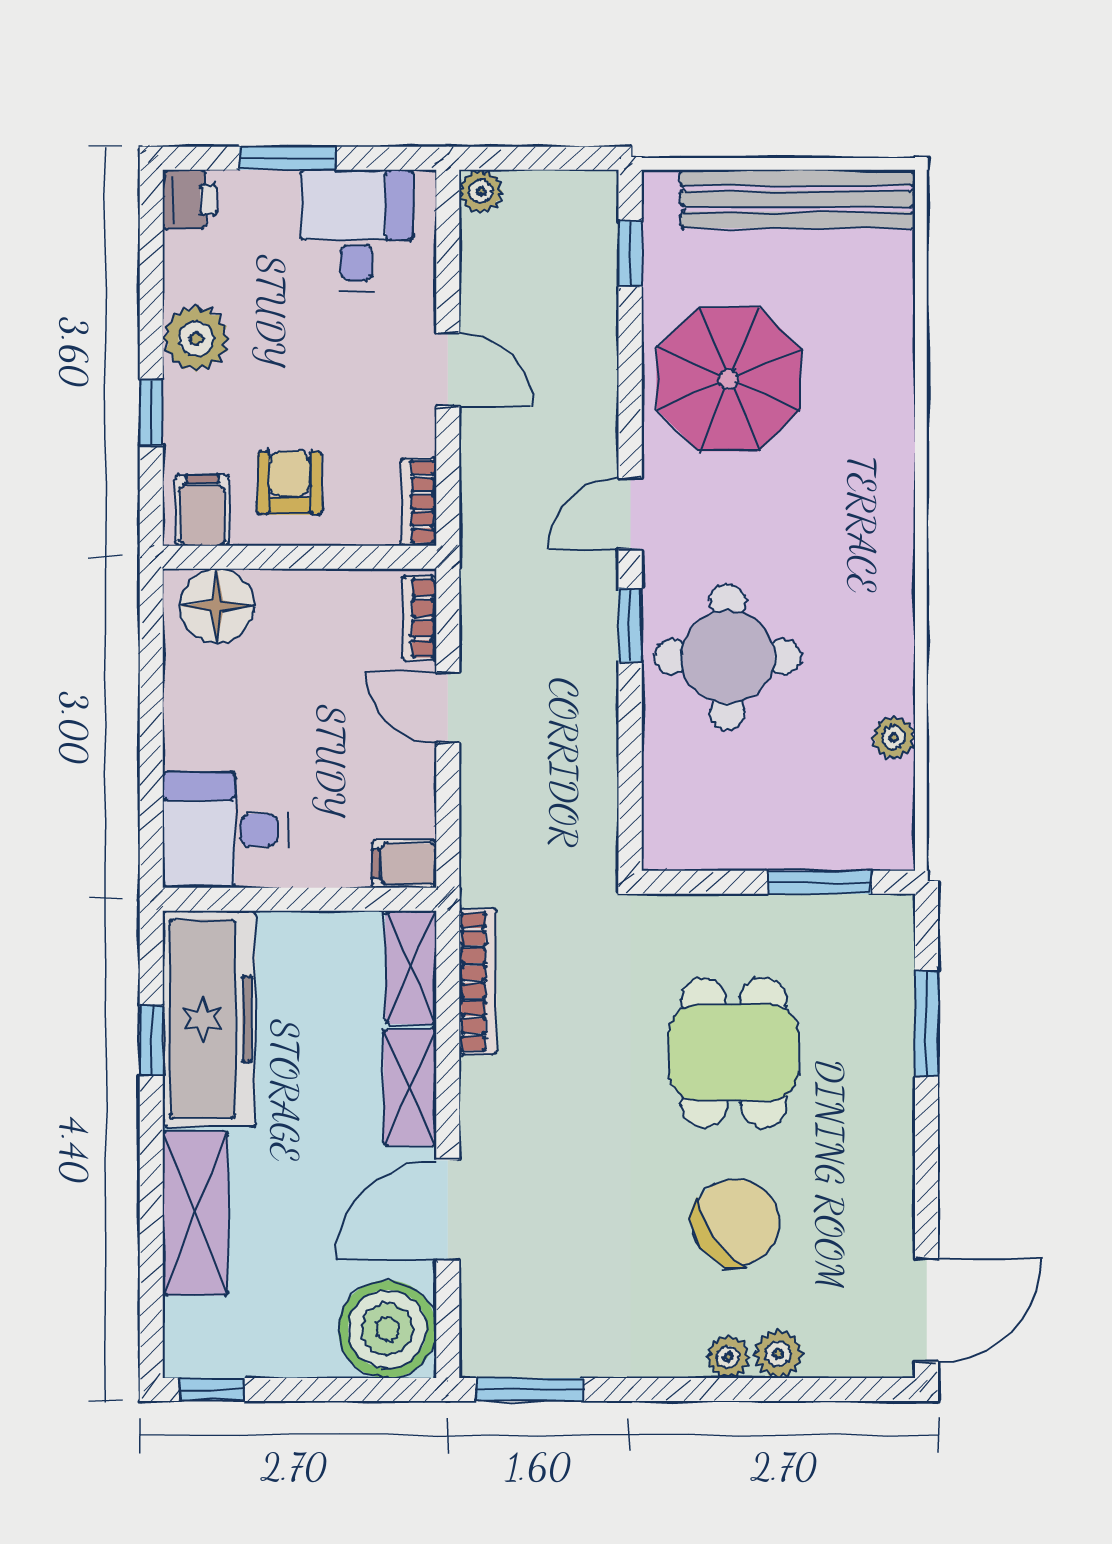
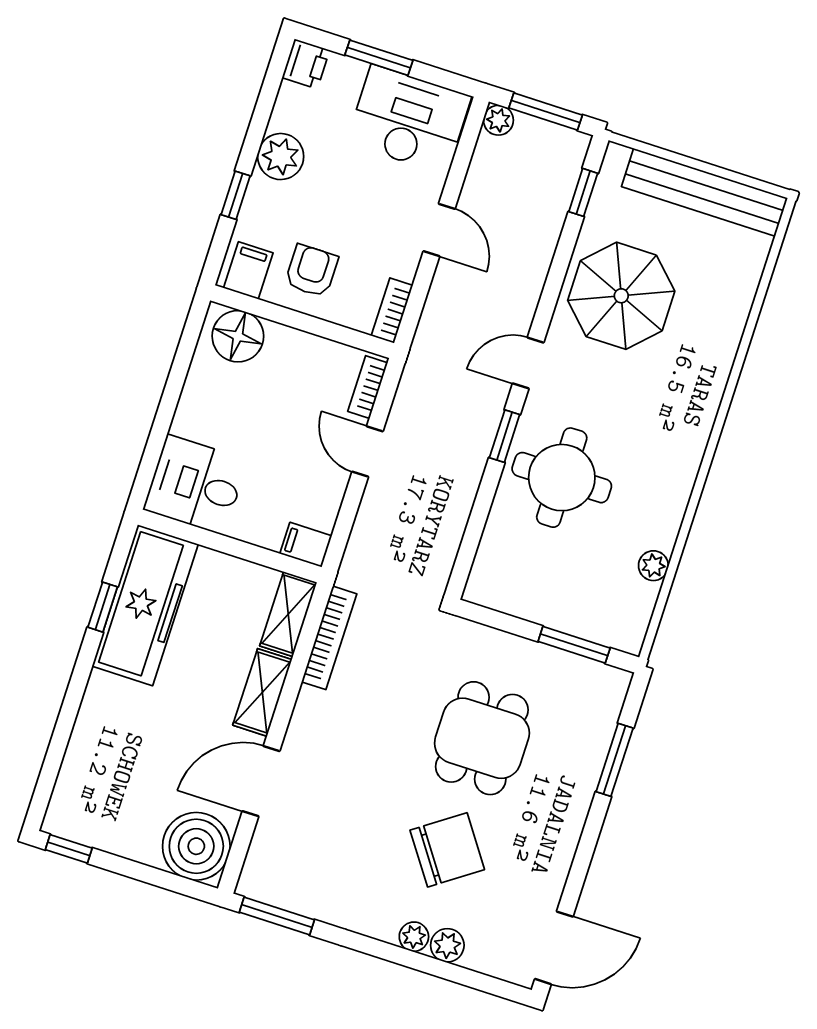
window: (542, 158) -> (546, 112), added
desk: (357, 230) -> (409, 119), width x1.37
shelving: (195, 1213) -> (95, 730), removed

